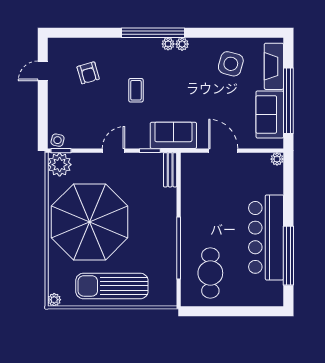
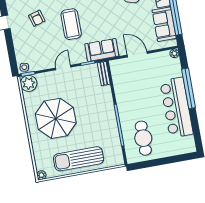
coffee table: (136, 90) -> (71, 24), width x1.86, depth x1.72
parasol: (90, 222) -> (56, 118), width x0.73, depth x0.73
window: (288, 256) -> (189, 88), moved

